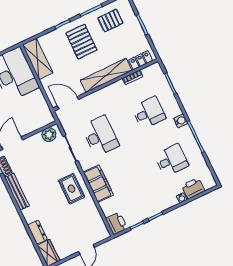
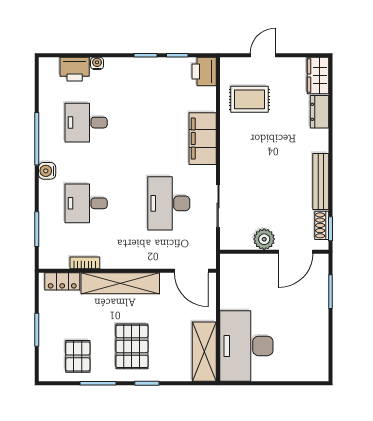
pallet: (110, 20) -> (78, 356), turned 90
plant: (49, 135) -> (264, 239), moved
rug: (72, 189) -> (250, 99), moved, turned 90

